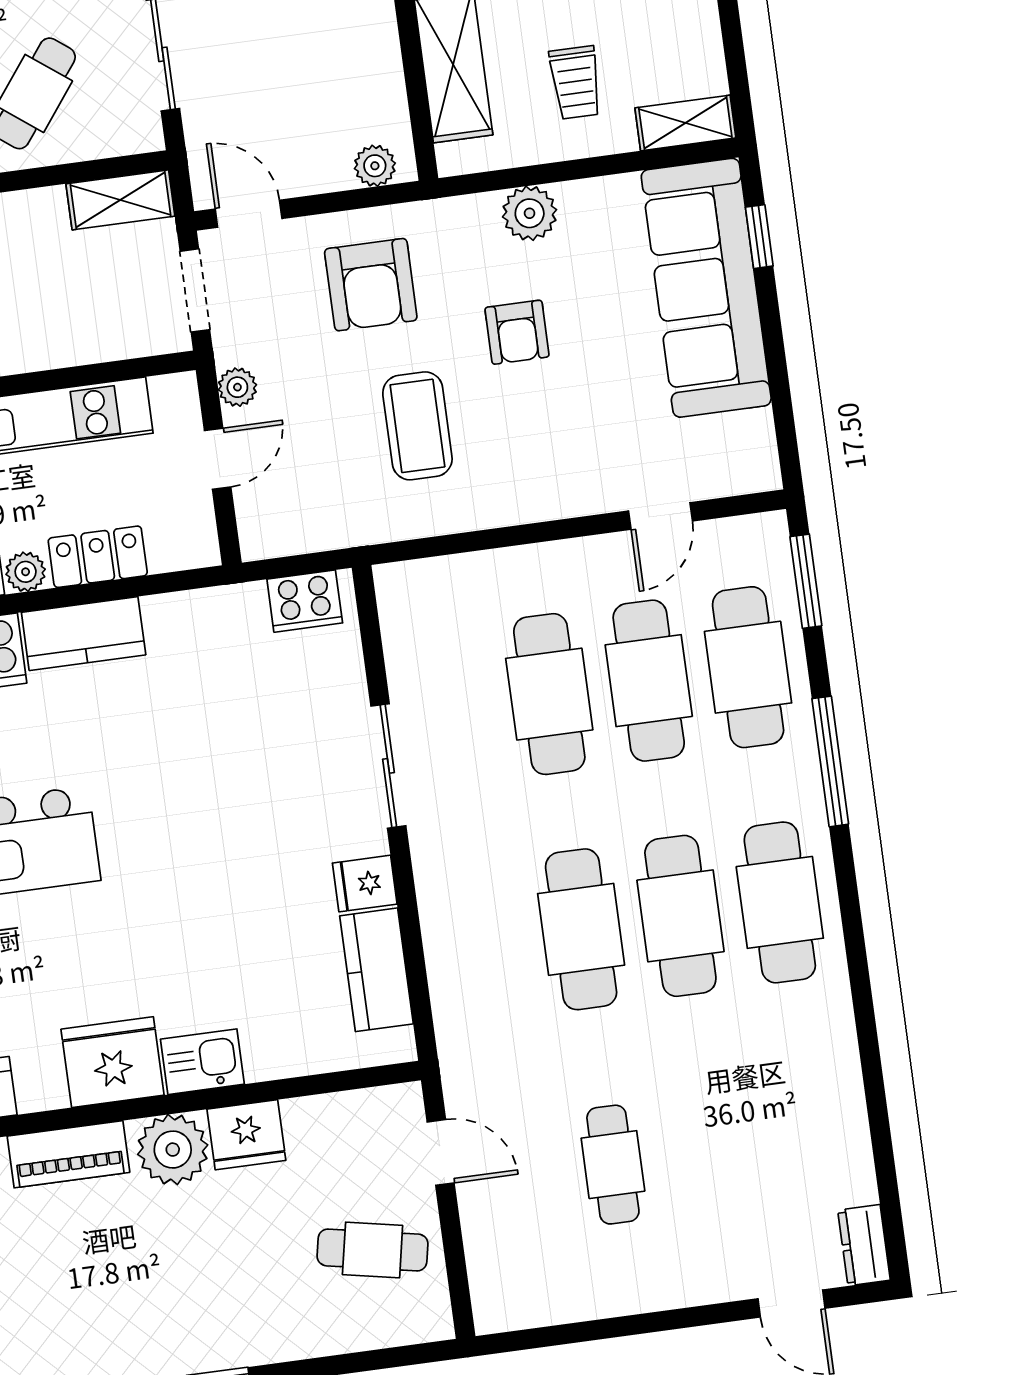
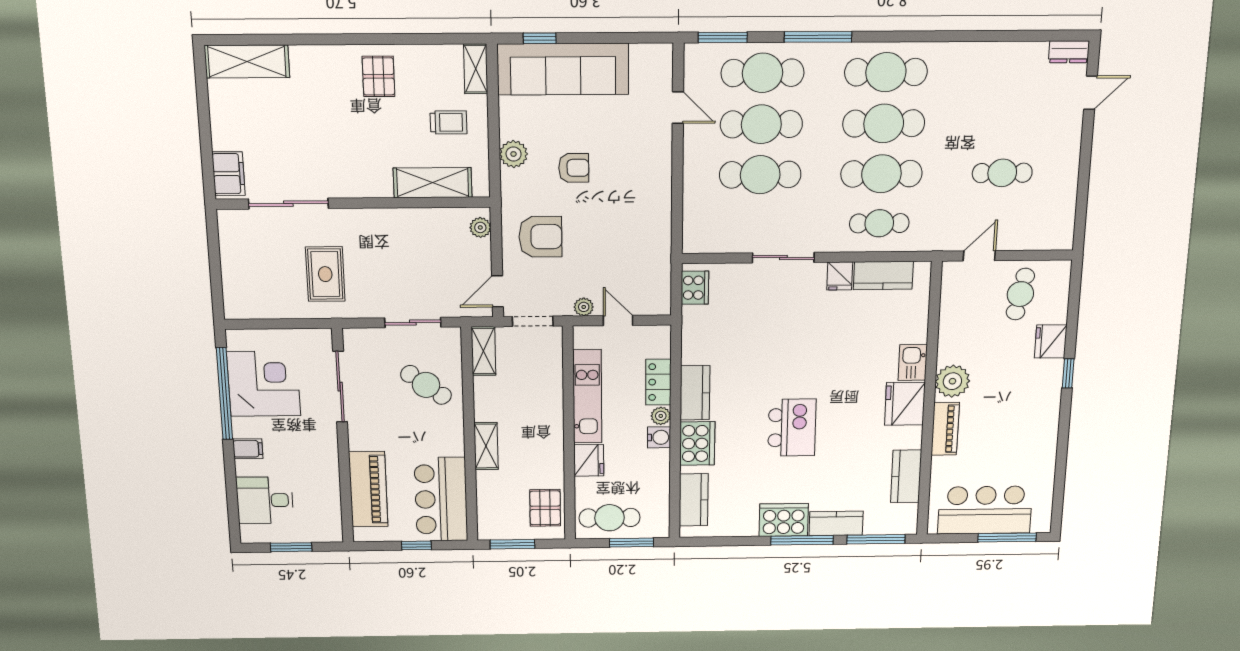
coffee table: (417, 426) -> (615, 223), removed
cafe table: (482, 943) -> (879, 223), added
fridge: (246, 1135) -> (1051, 341), moved, turned 180

